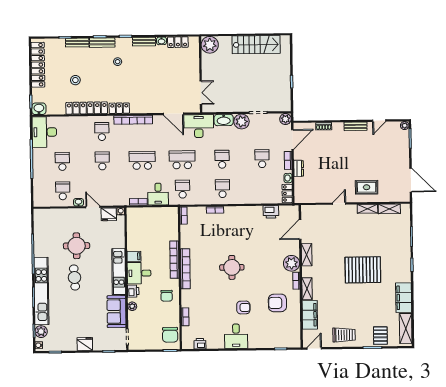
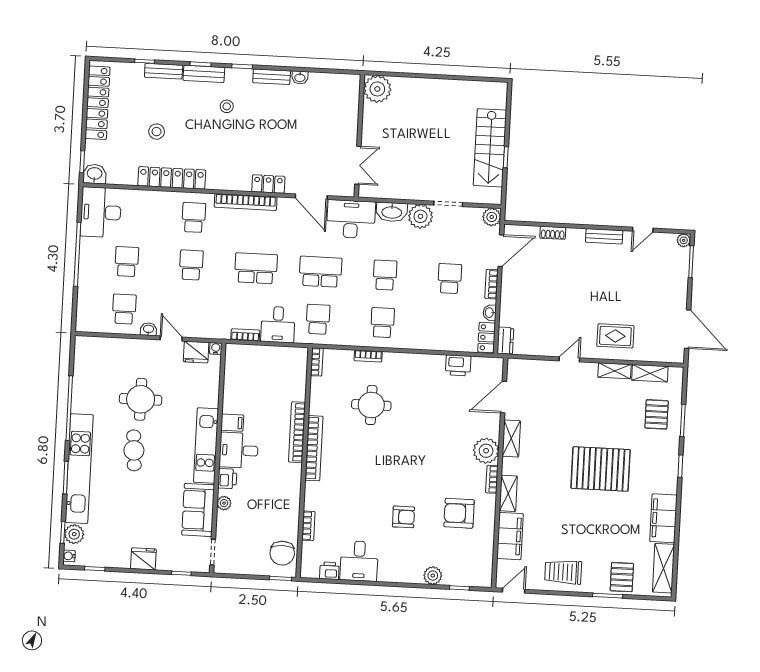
locker: (178, 42) -> (326, 81), removed
stairs: (256, 45) -> (490, 148), moved, turned 90
locker: (119, 108) -> (268, 184), moved
dresser: (299, 168) -> (505, 341), moved
pallet: (395, 234) -> (657, 414), added
round table: (232, 267) -> (371, 405), moved
chair: (167, 296) -> (281, 490), removed
trolley: (344, 335) -> (563, 572), turned 180
desk: (236, 336) -> (359, 561), moved
plant: (264, 342) -> (433, 576), added

